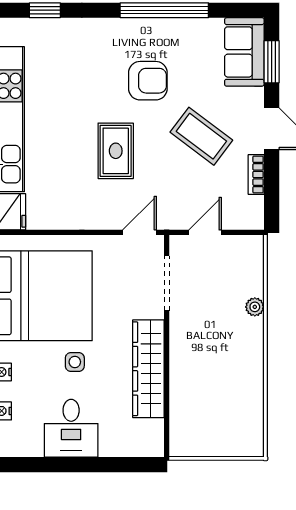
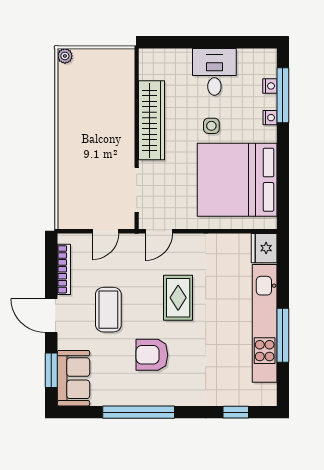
coffee table: (201, 136) -> (108, 310), turned 53
bookcase: (256, 175) -> (64, 269), width x1.56
plant: (255, 307) -> (65, 56), moved

